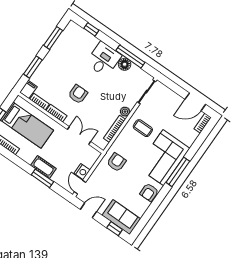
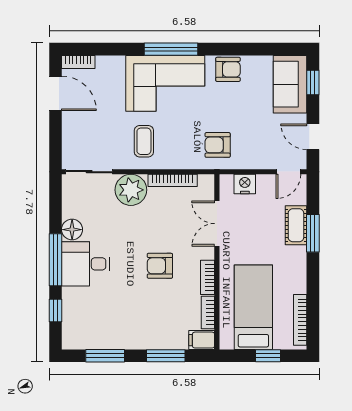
window: (130, 56) -> (55, 260), moved
plant: (125, 112) -> (131, 190), width x1.87, depth x1.87
cot: (43, 167) -> (296, 225), moved
nightstand: (82, 172) -> (245, 184), moved

